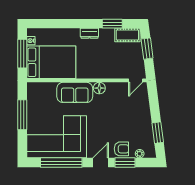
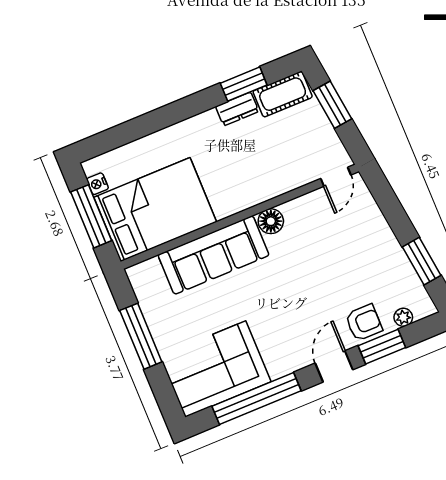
dresser: (89, 33) -> (237, 109), moved
sofa: (75, 92) -> (213, 255), width x1.36
corner sofa: (57, 137) -> (215, 369), width x0.73, depth x0.74

